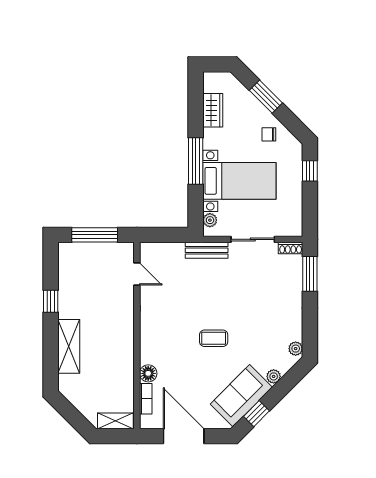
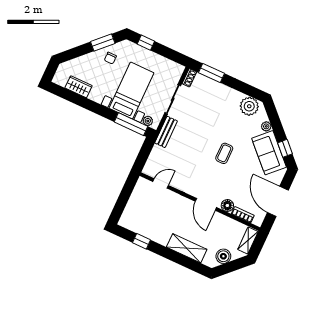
window: (266, 97) -> (103, 42), moved
window: (196, 161) -> (131, 124), moved
window: (95, 235) -> (123, 199), removed
window: (51, 301) -> (141, 241), moved
door: (137, 345) -> (206, 204), added
plant: (296, 349) -> (249, 106), width x1.87, depth x1.87
boiler: (80, 399) -> (223, 256), added
door: (184, 436) -> (278, 201), hinge flipped

